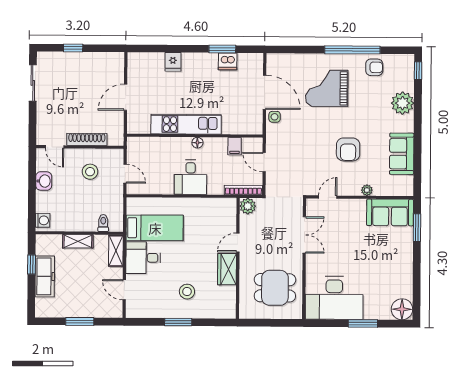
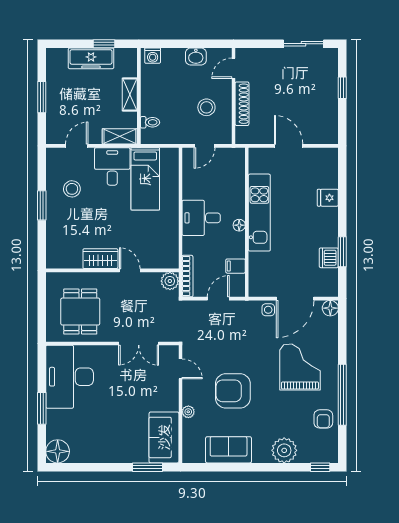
floor lamp: (273, 60) -> (330, 308), added
armchair: (348, 149) -> (233, 391), width x1.36, depth x1.36
stool: (187, 292) -> (72, 189), moved

